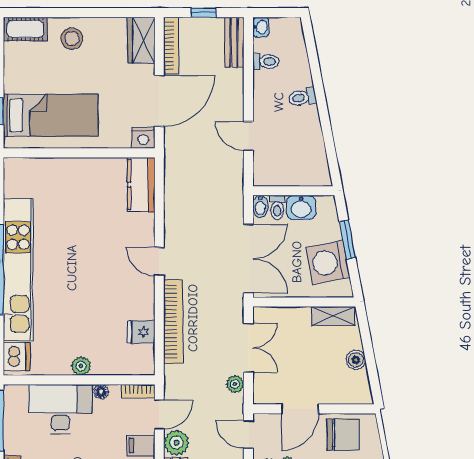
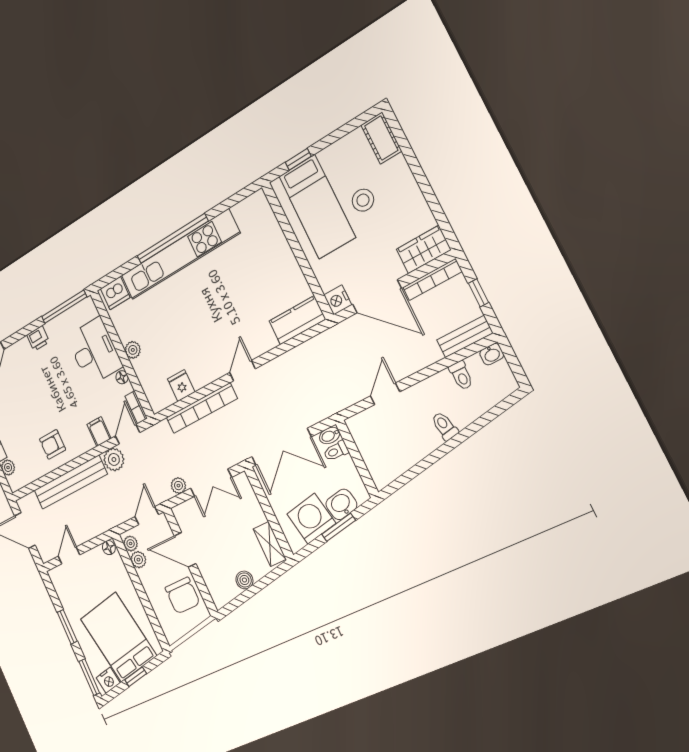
stool: (72, 39) -> (363, 200), moved
washbasin: (301, 207) -> (341, 504), moved, turned 79
door: (159, 414) -> (128, 434), swing flipped

